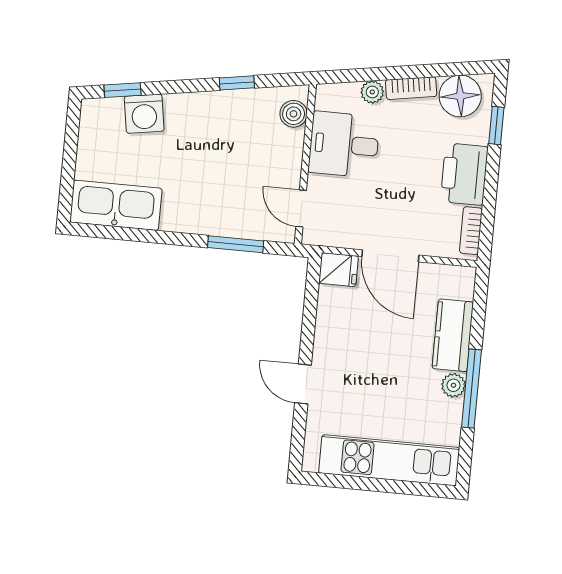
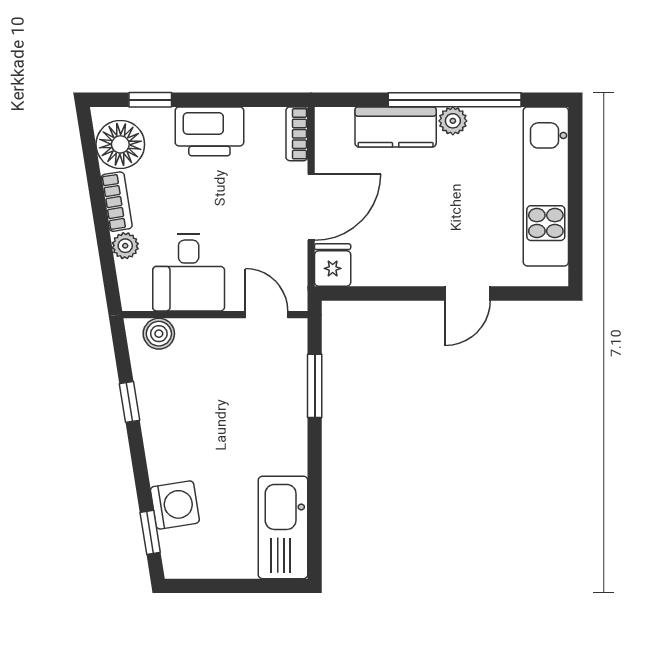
door: (301, 208) -> (267, 315), swing flipped
bookcase: (471, 231) -> (297, 134), moved, turned 90
window: (472, 388) -> (455, 100), width x1.46

